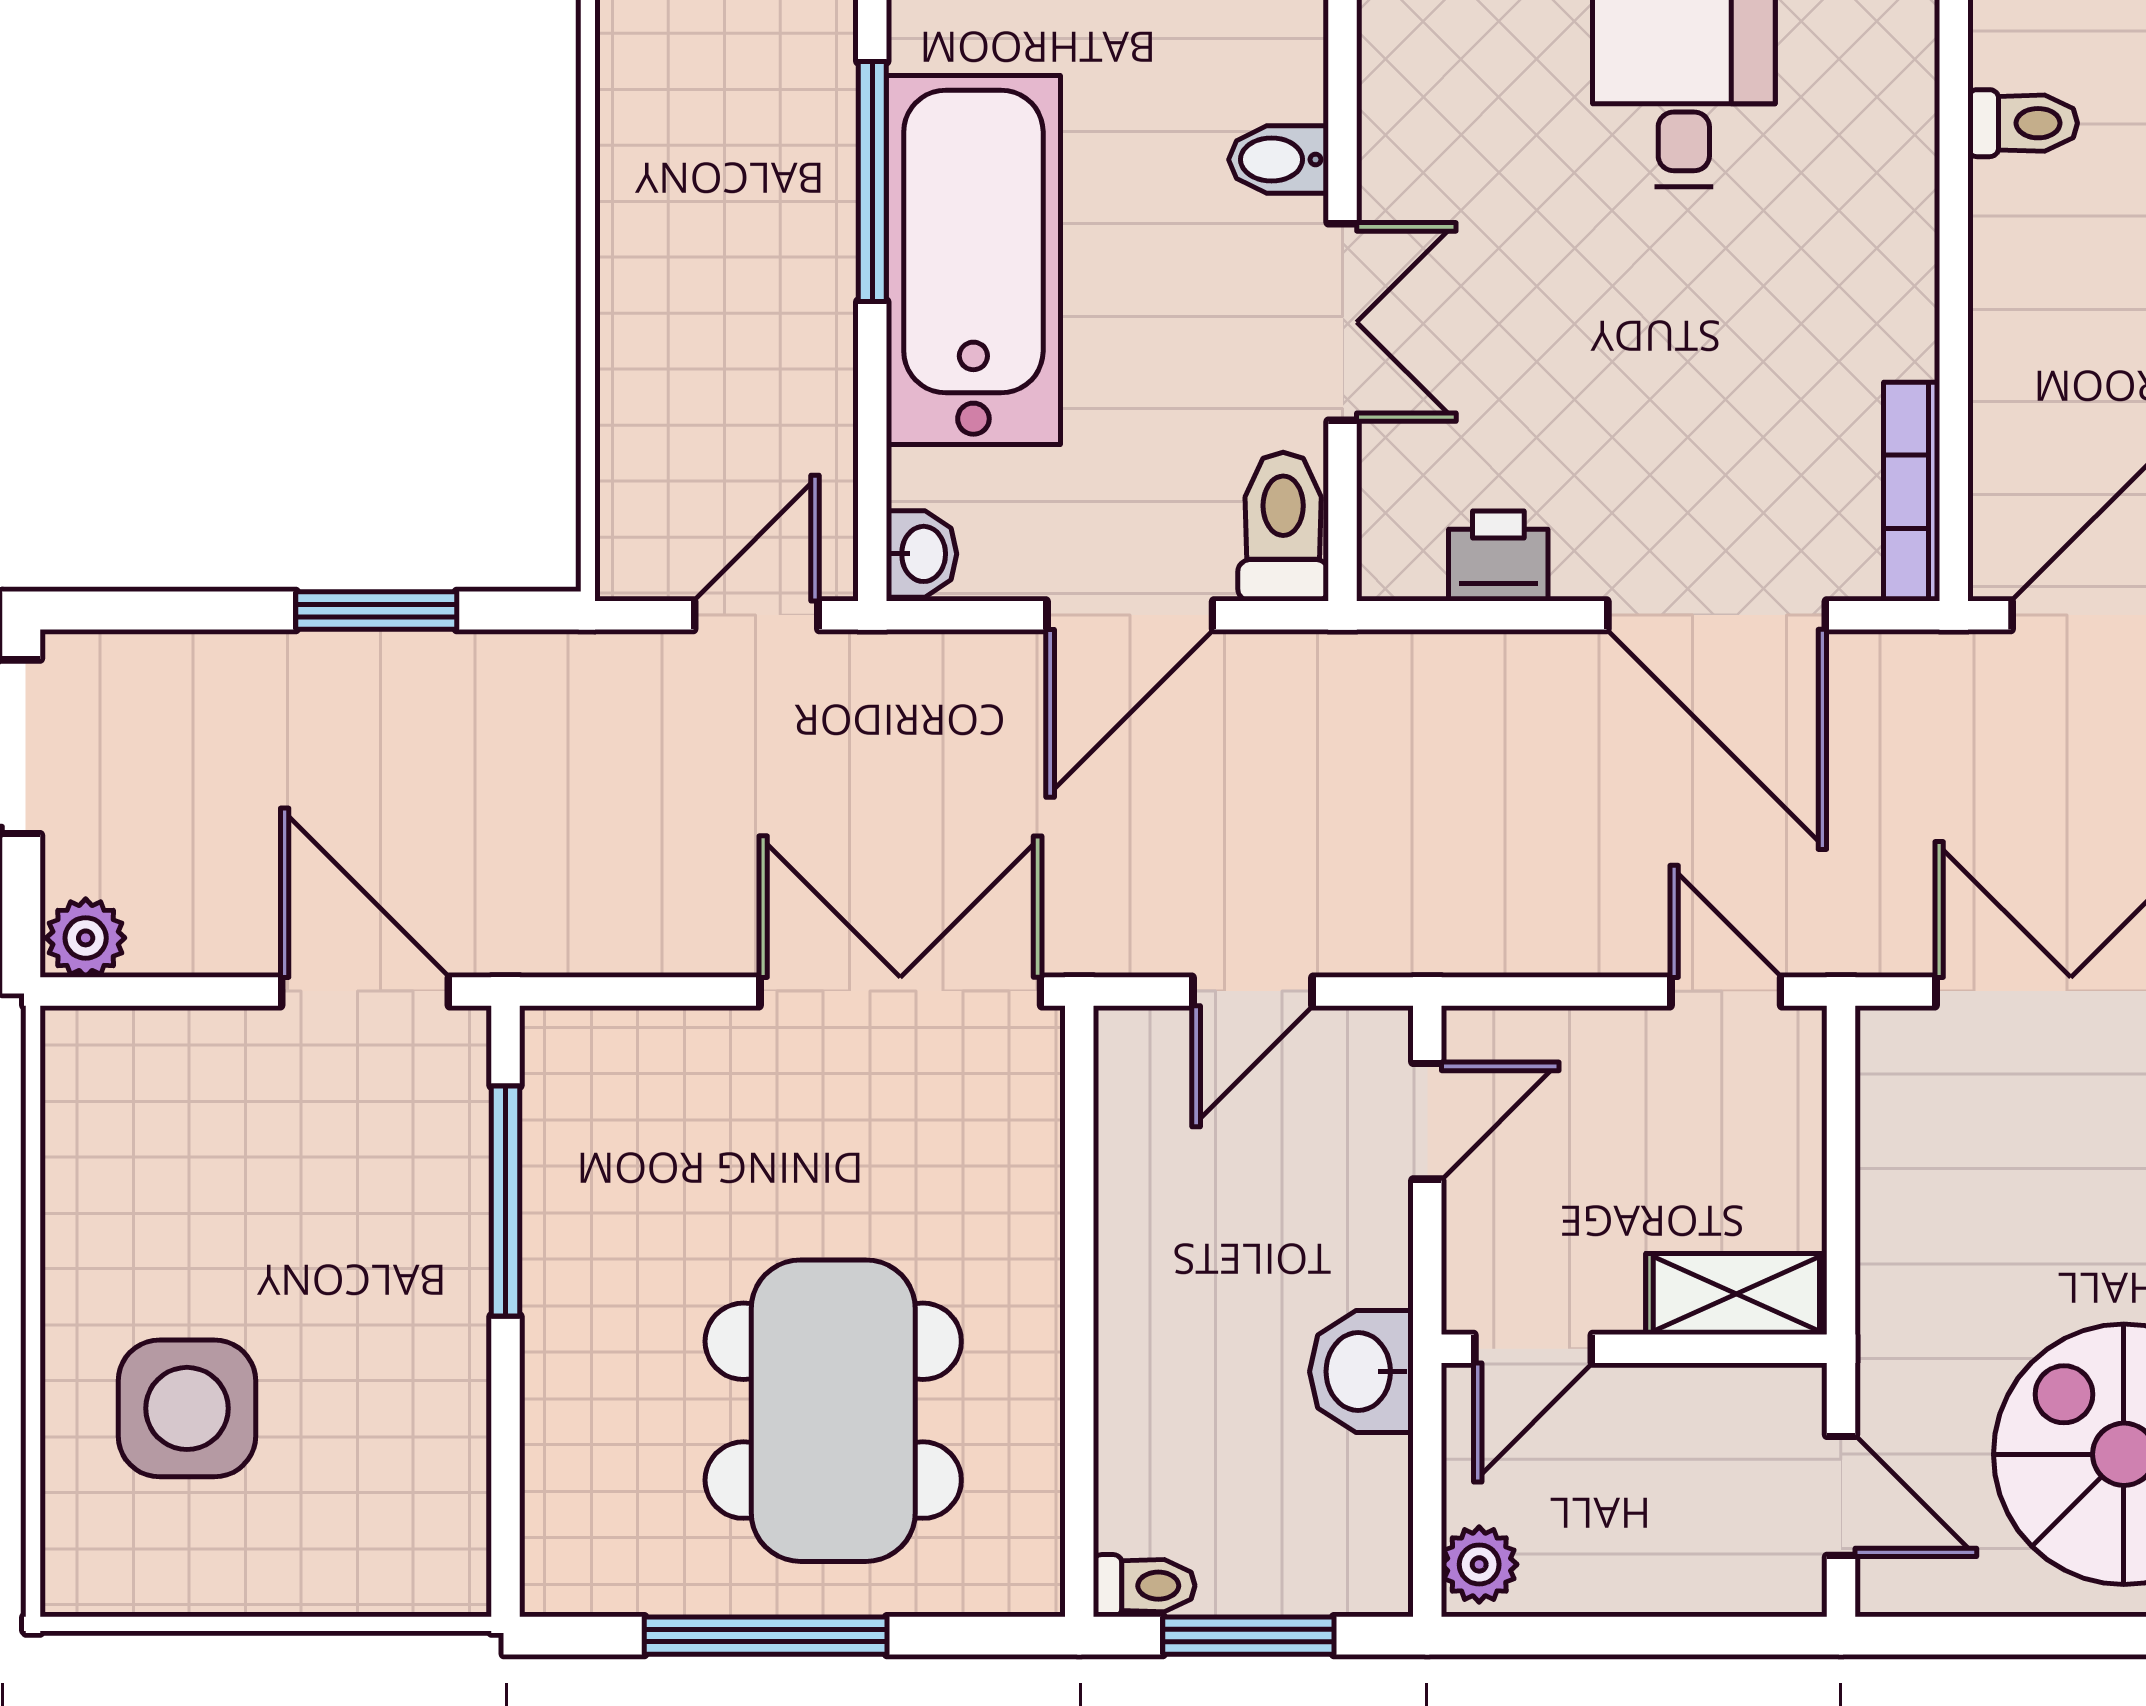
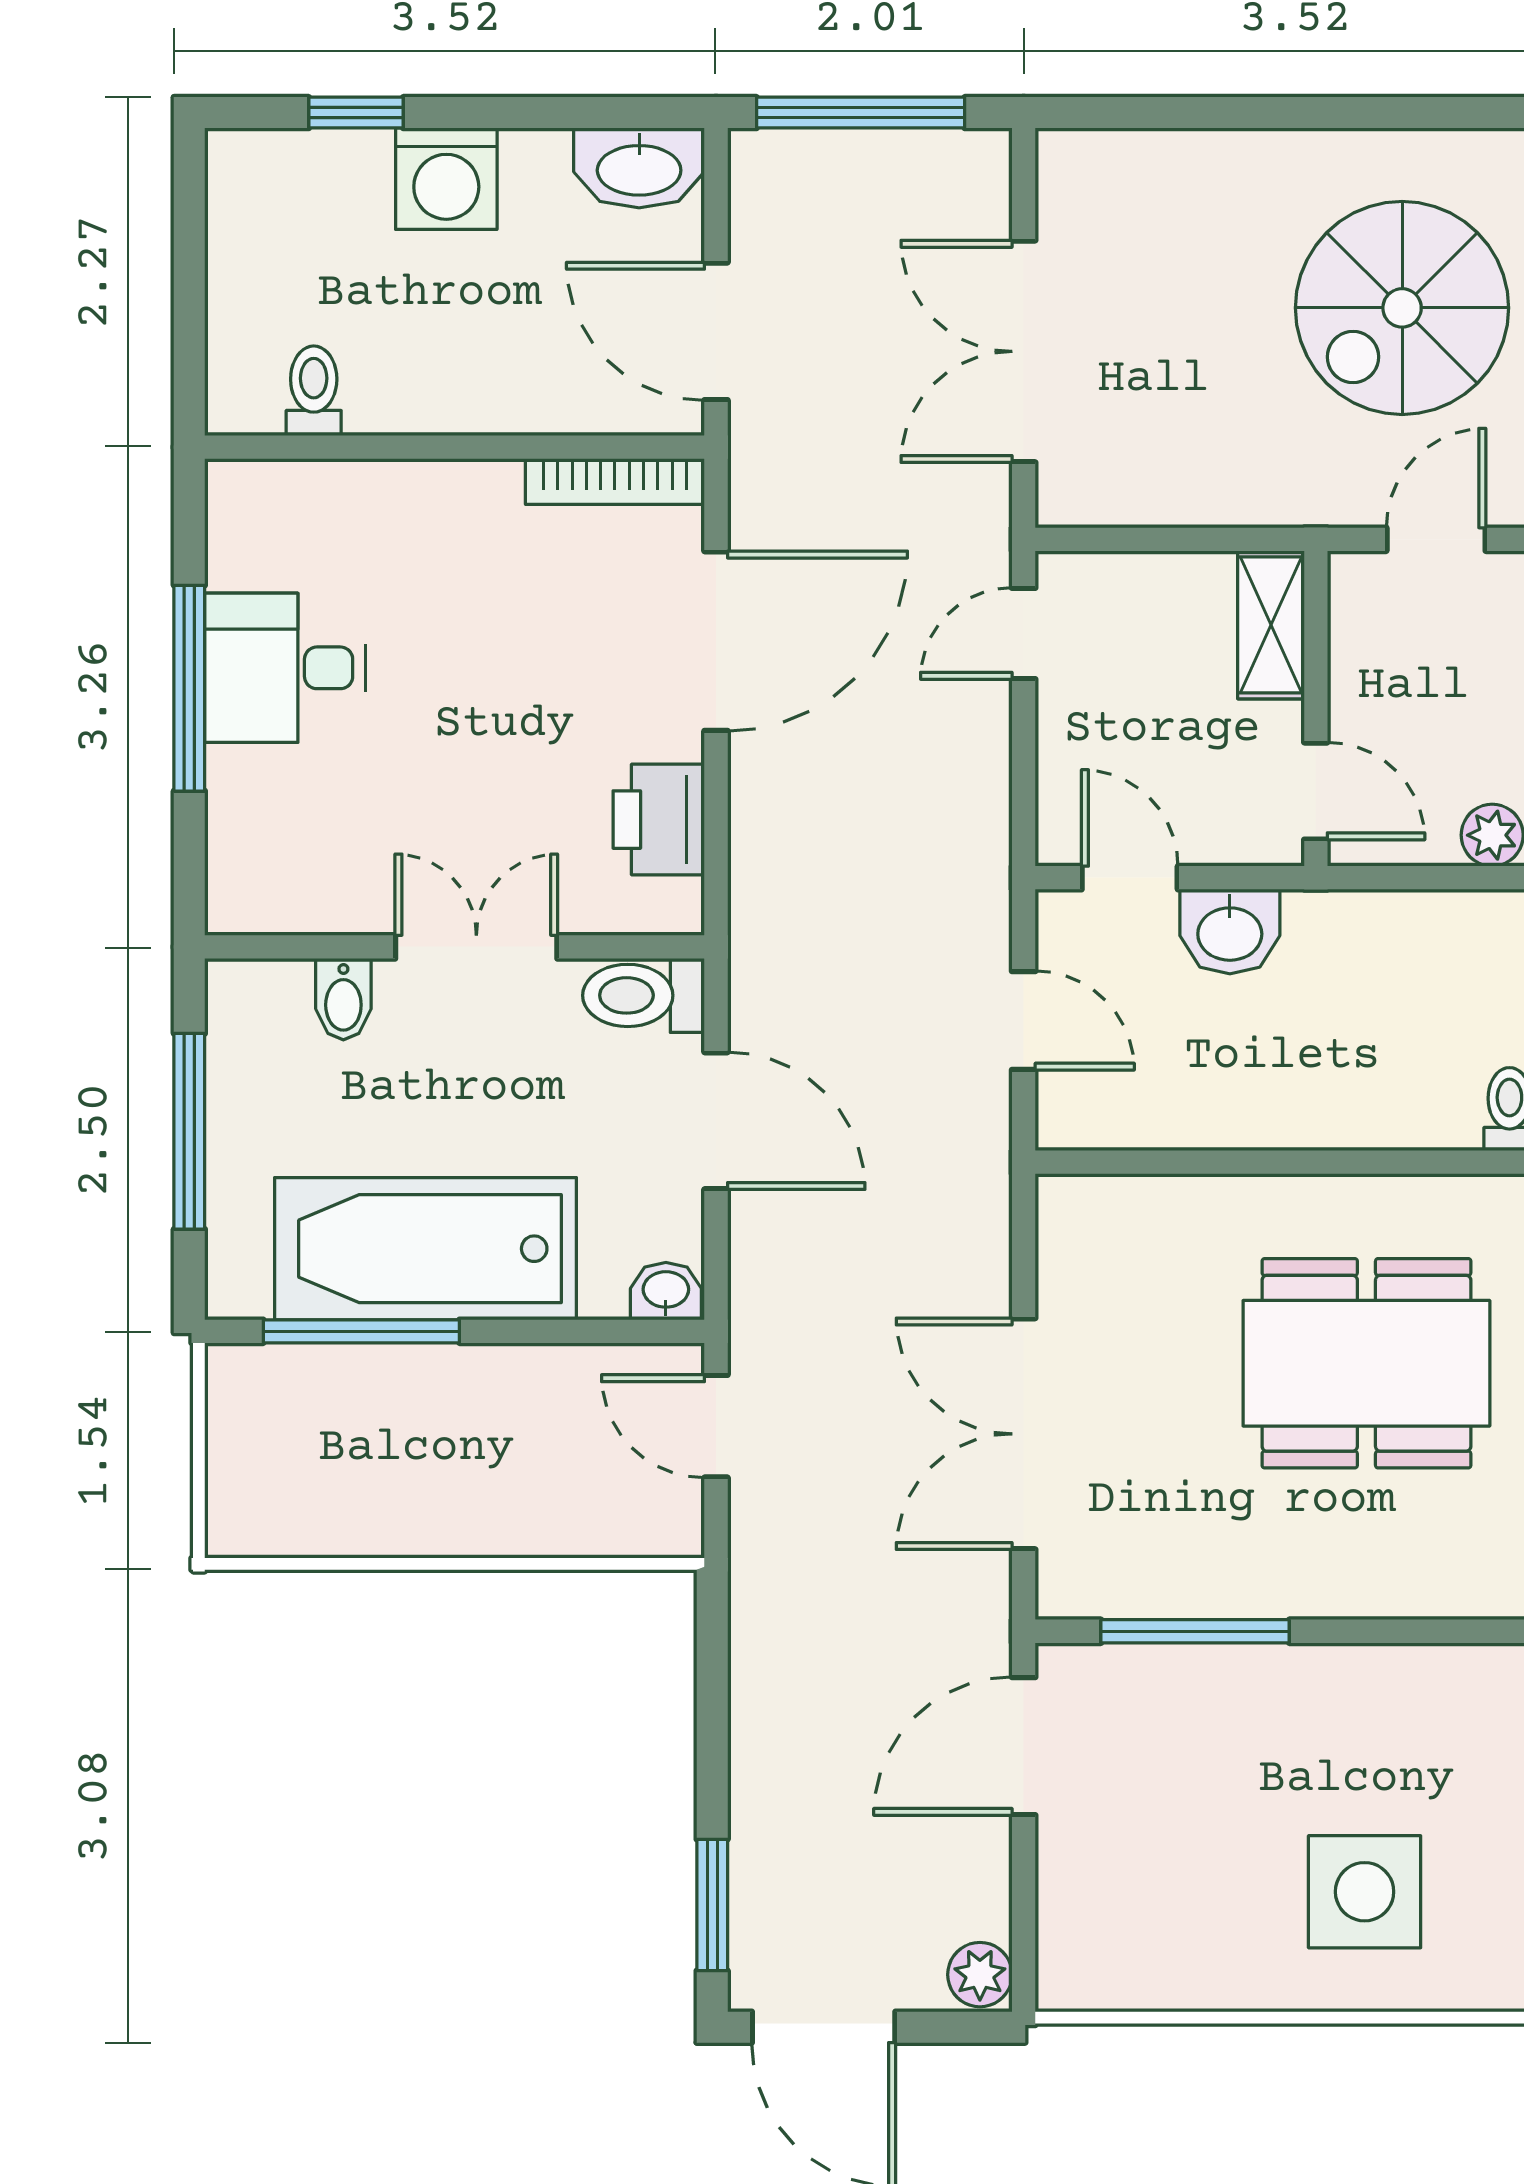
printer: (1498, 556) -> (659, 820), width x1.36, depth x1.24
window: (376, 611) -> (712, 1905), moved
double door: (900, 991) -> (1024, 1434), moved
washbasin: (1361, 1372) -> (1230, 931), moved

